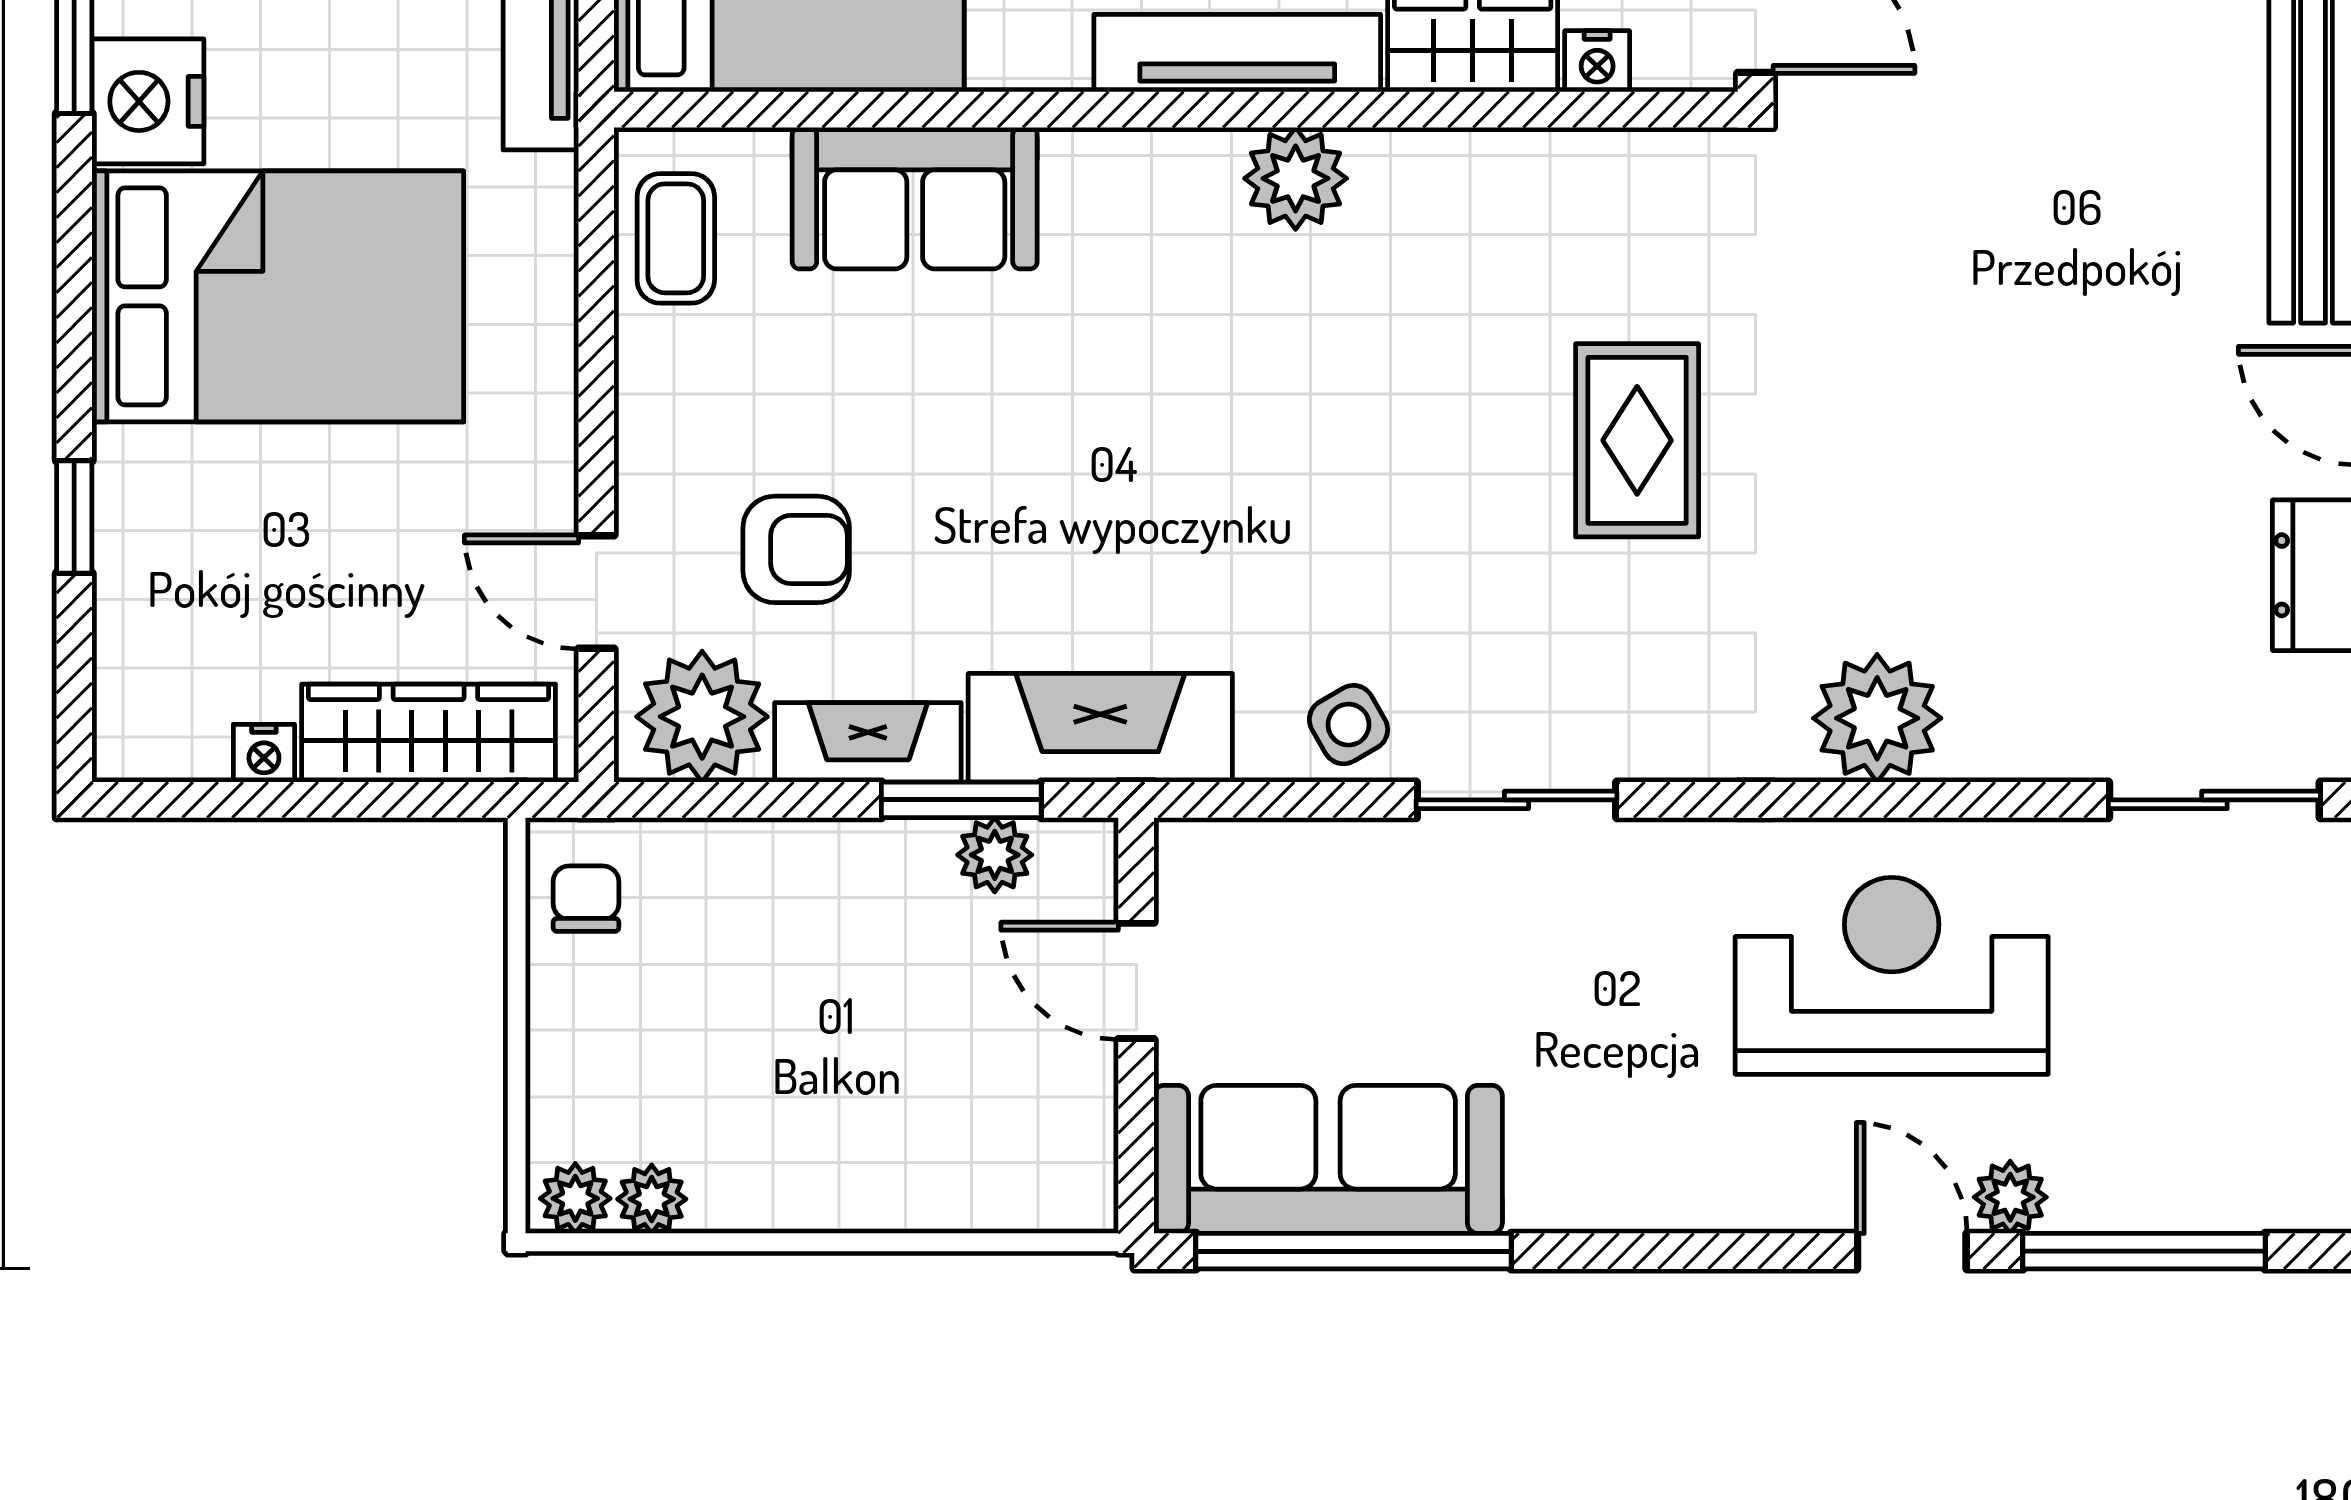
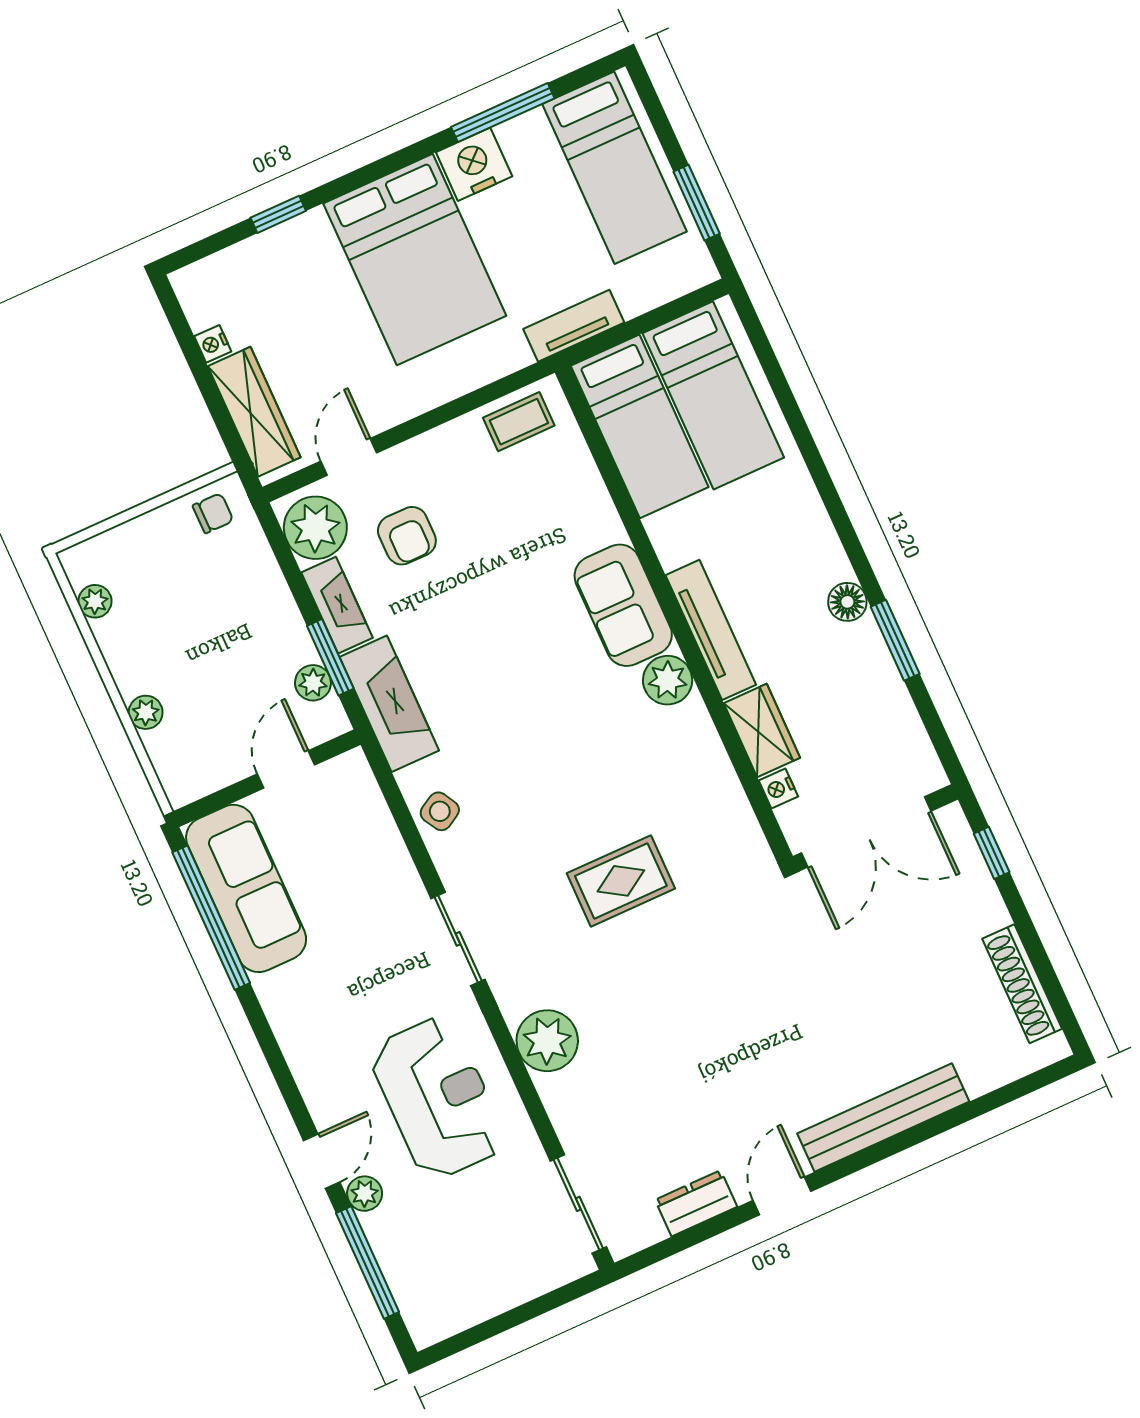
sofa: (915, 198) -> (623, 605), moved
sliding door: (1516, 800) -> (458, 939), moved
plant: (575, 1198) -> (146, 712), moved

